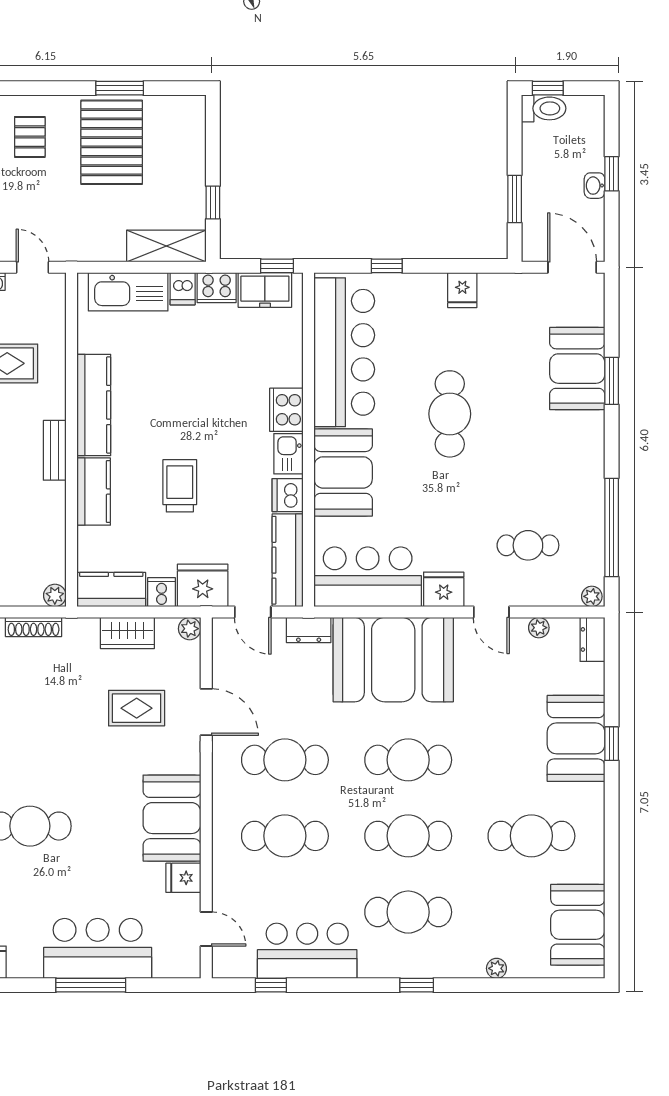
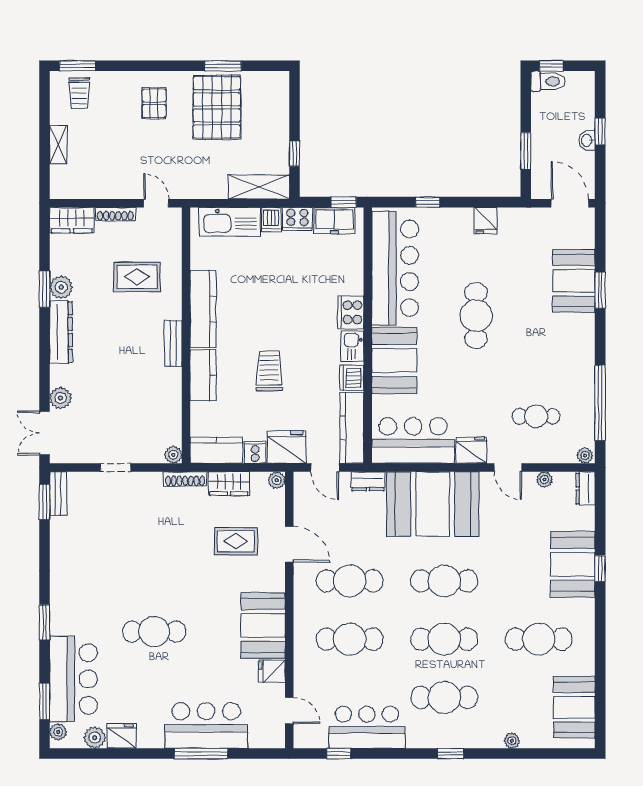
shoe rack: (34, 627) -> (185, 479), moved

